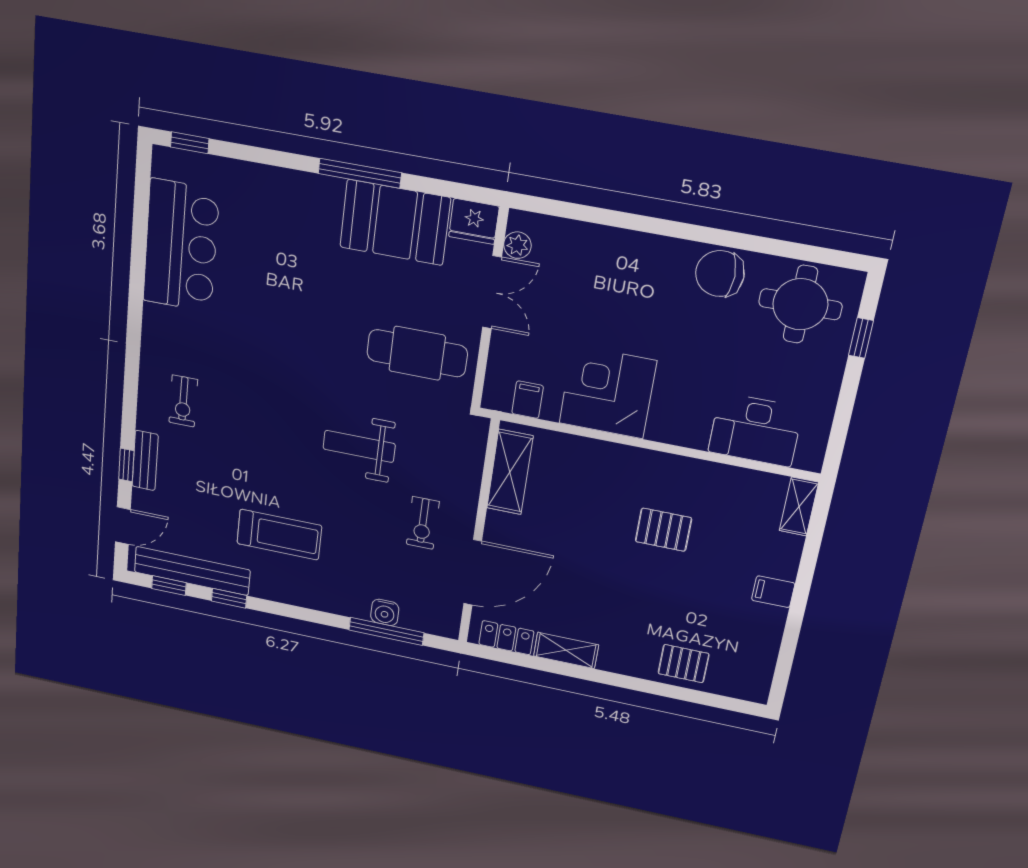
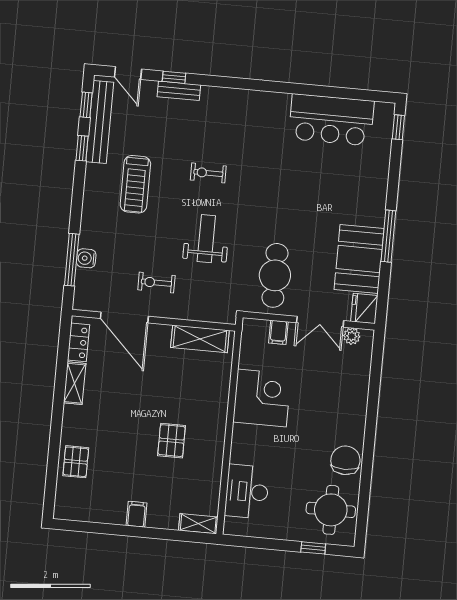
filing cabinet: (528, 400) -> (278, 332), moved, turned 90
exercise bike: (183, 401) -> (208, 173), moved

